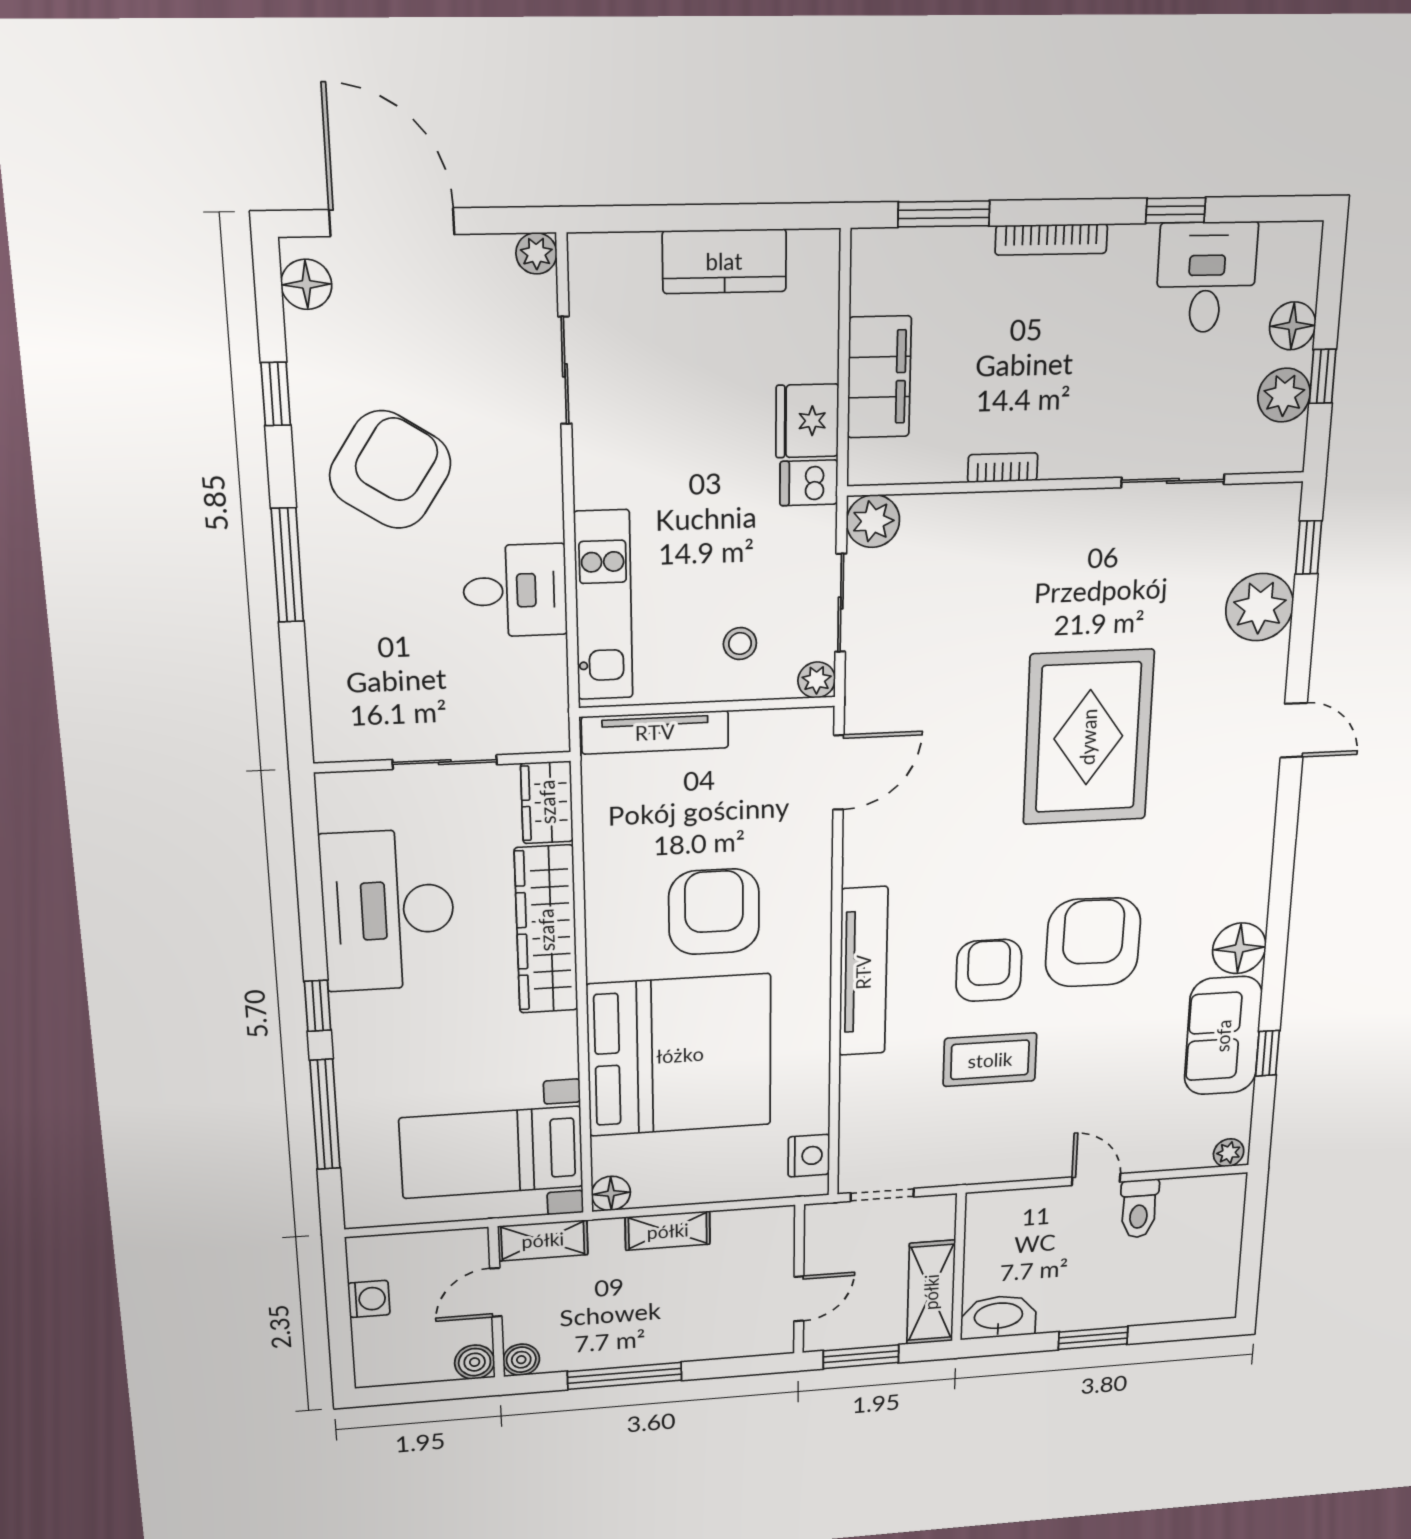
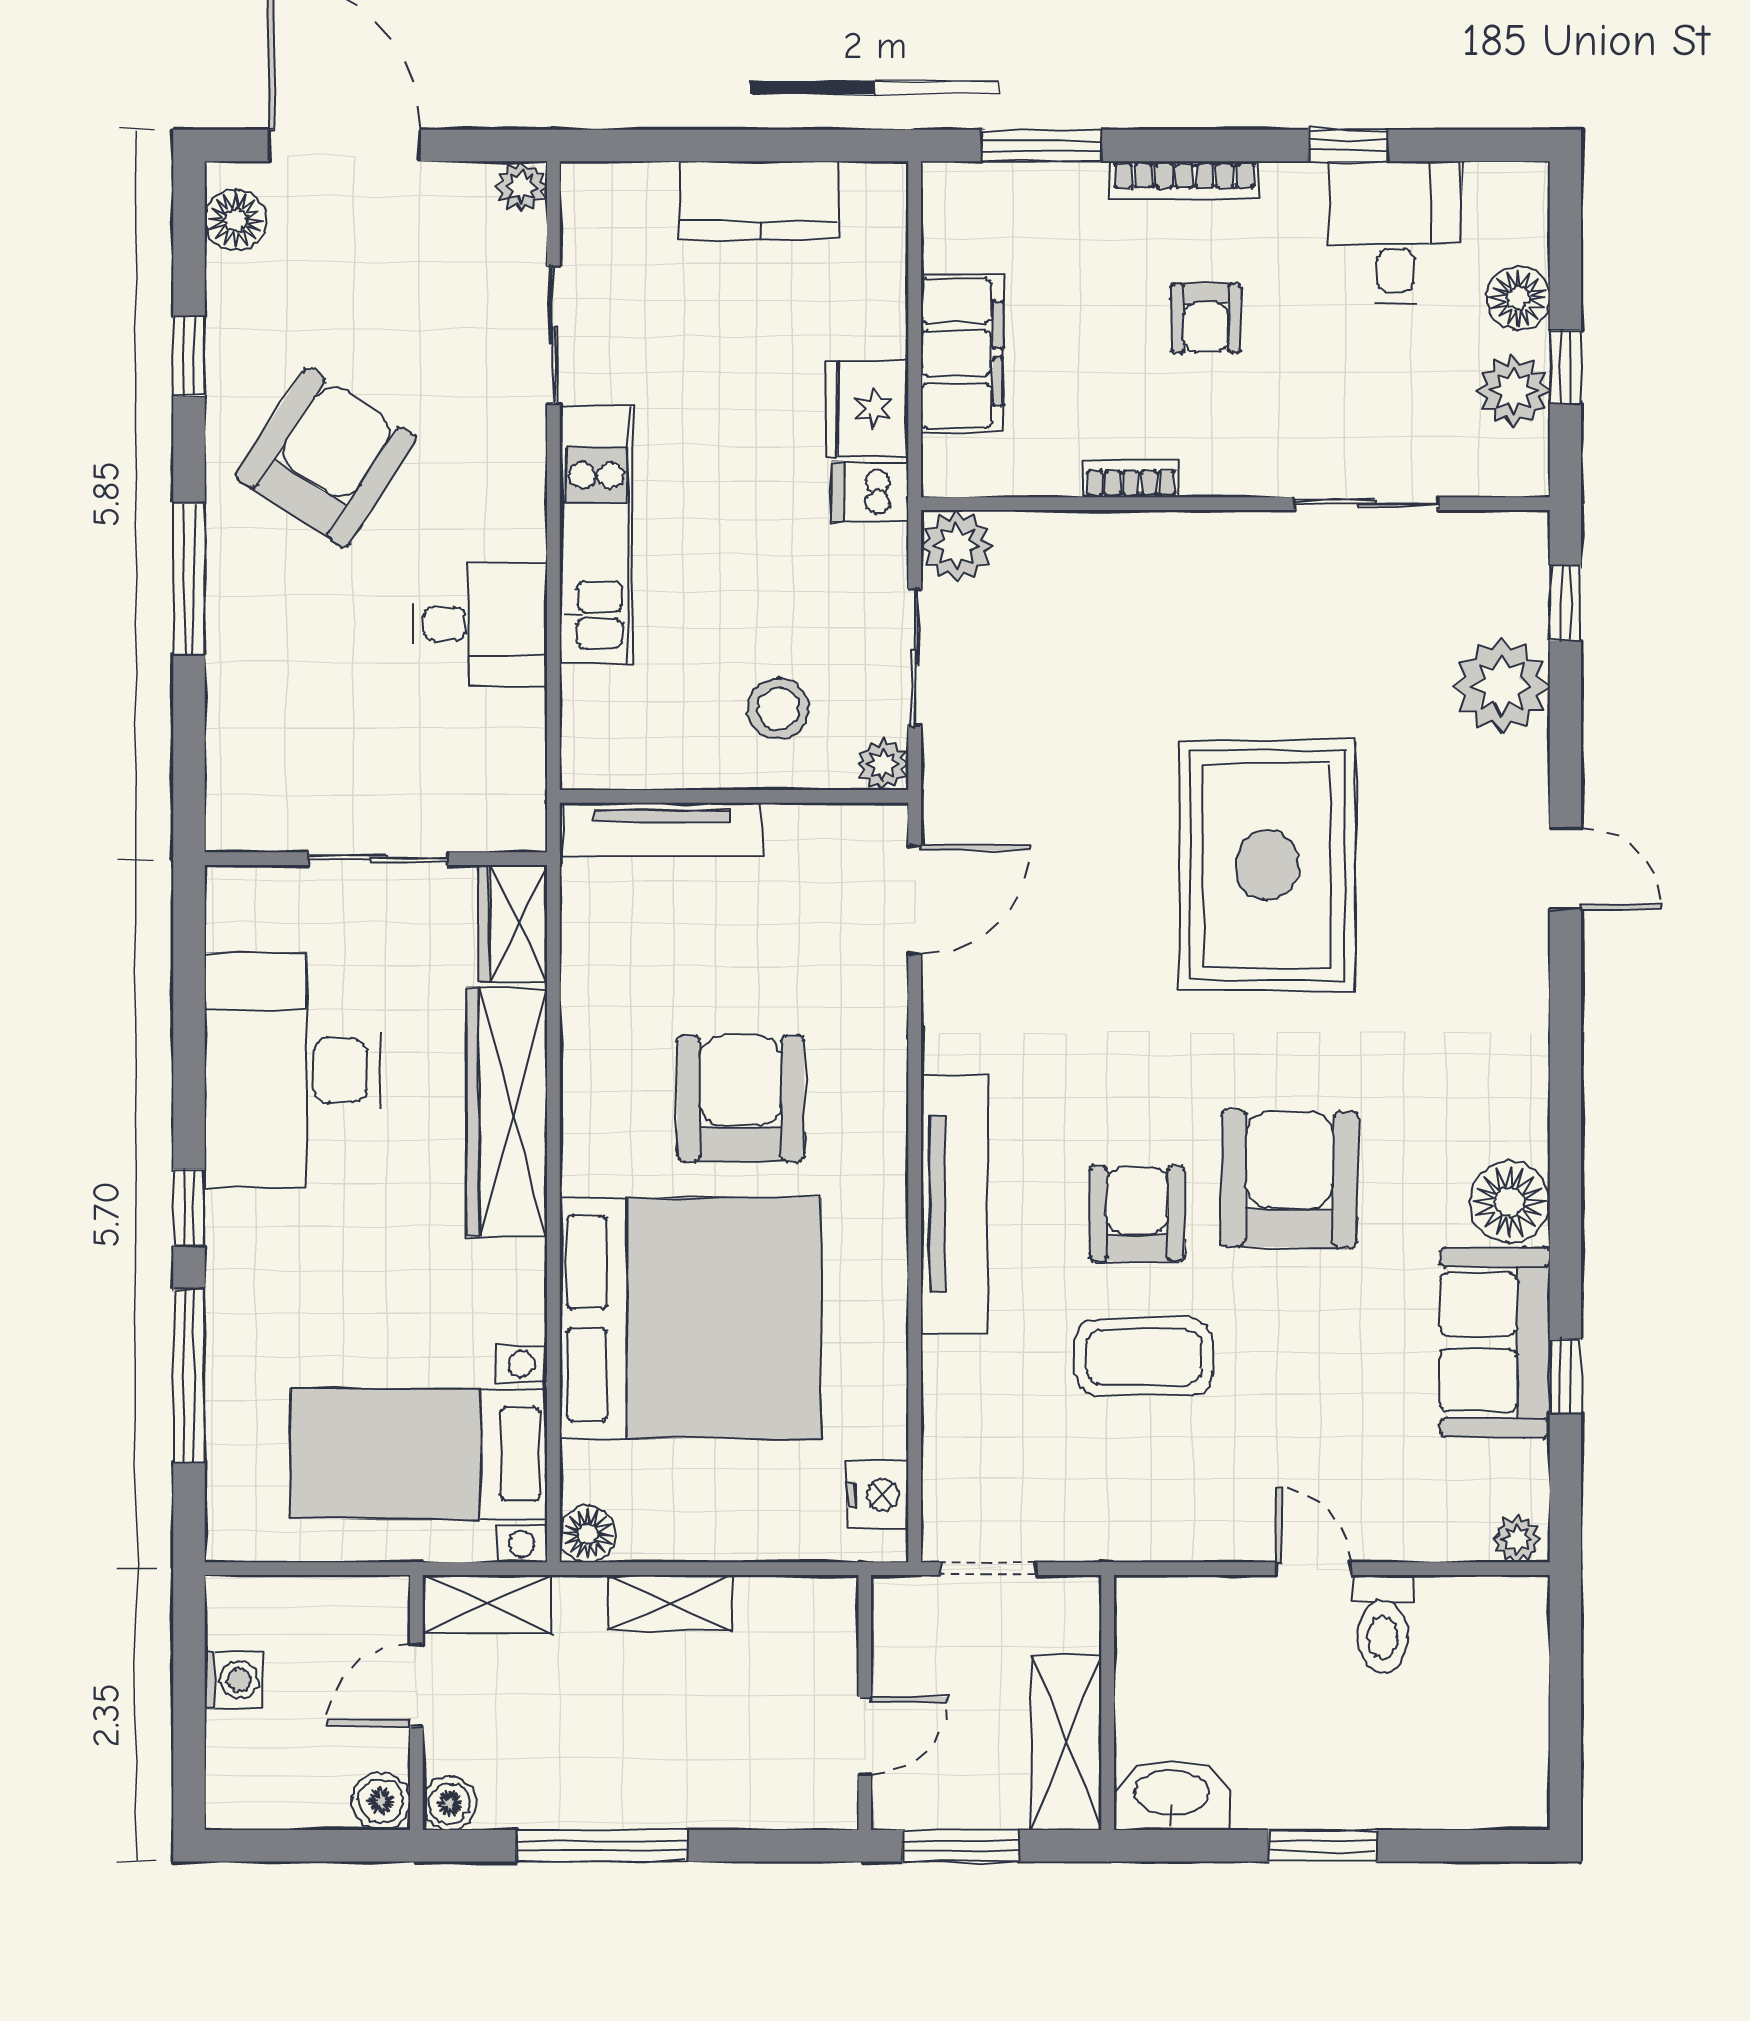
armchair: (1063, 346) -> (1206, 318), added
kitchen unit: (604, 605) -> (596, 535), moved
stool: (740, 644) -> (778, 709), width x1.37, depth x1.37

